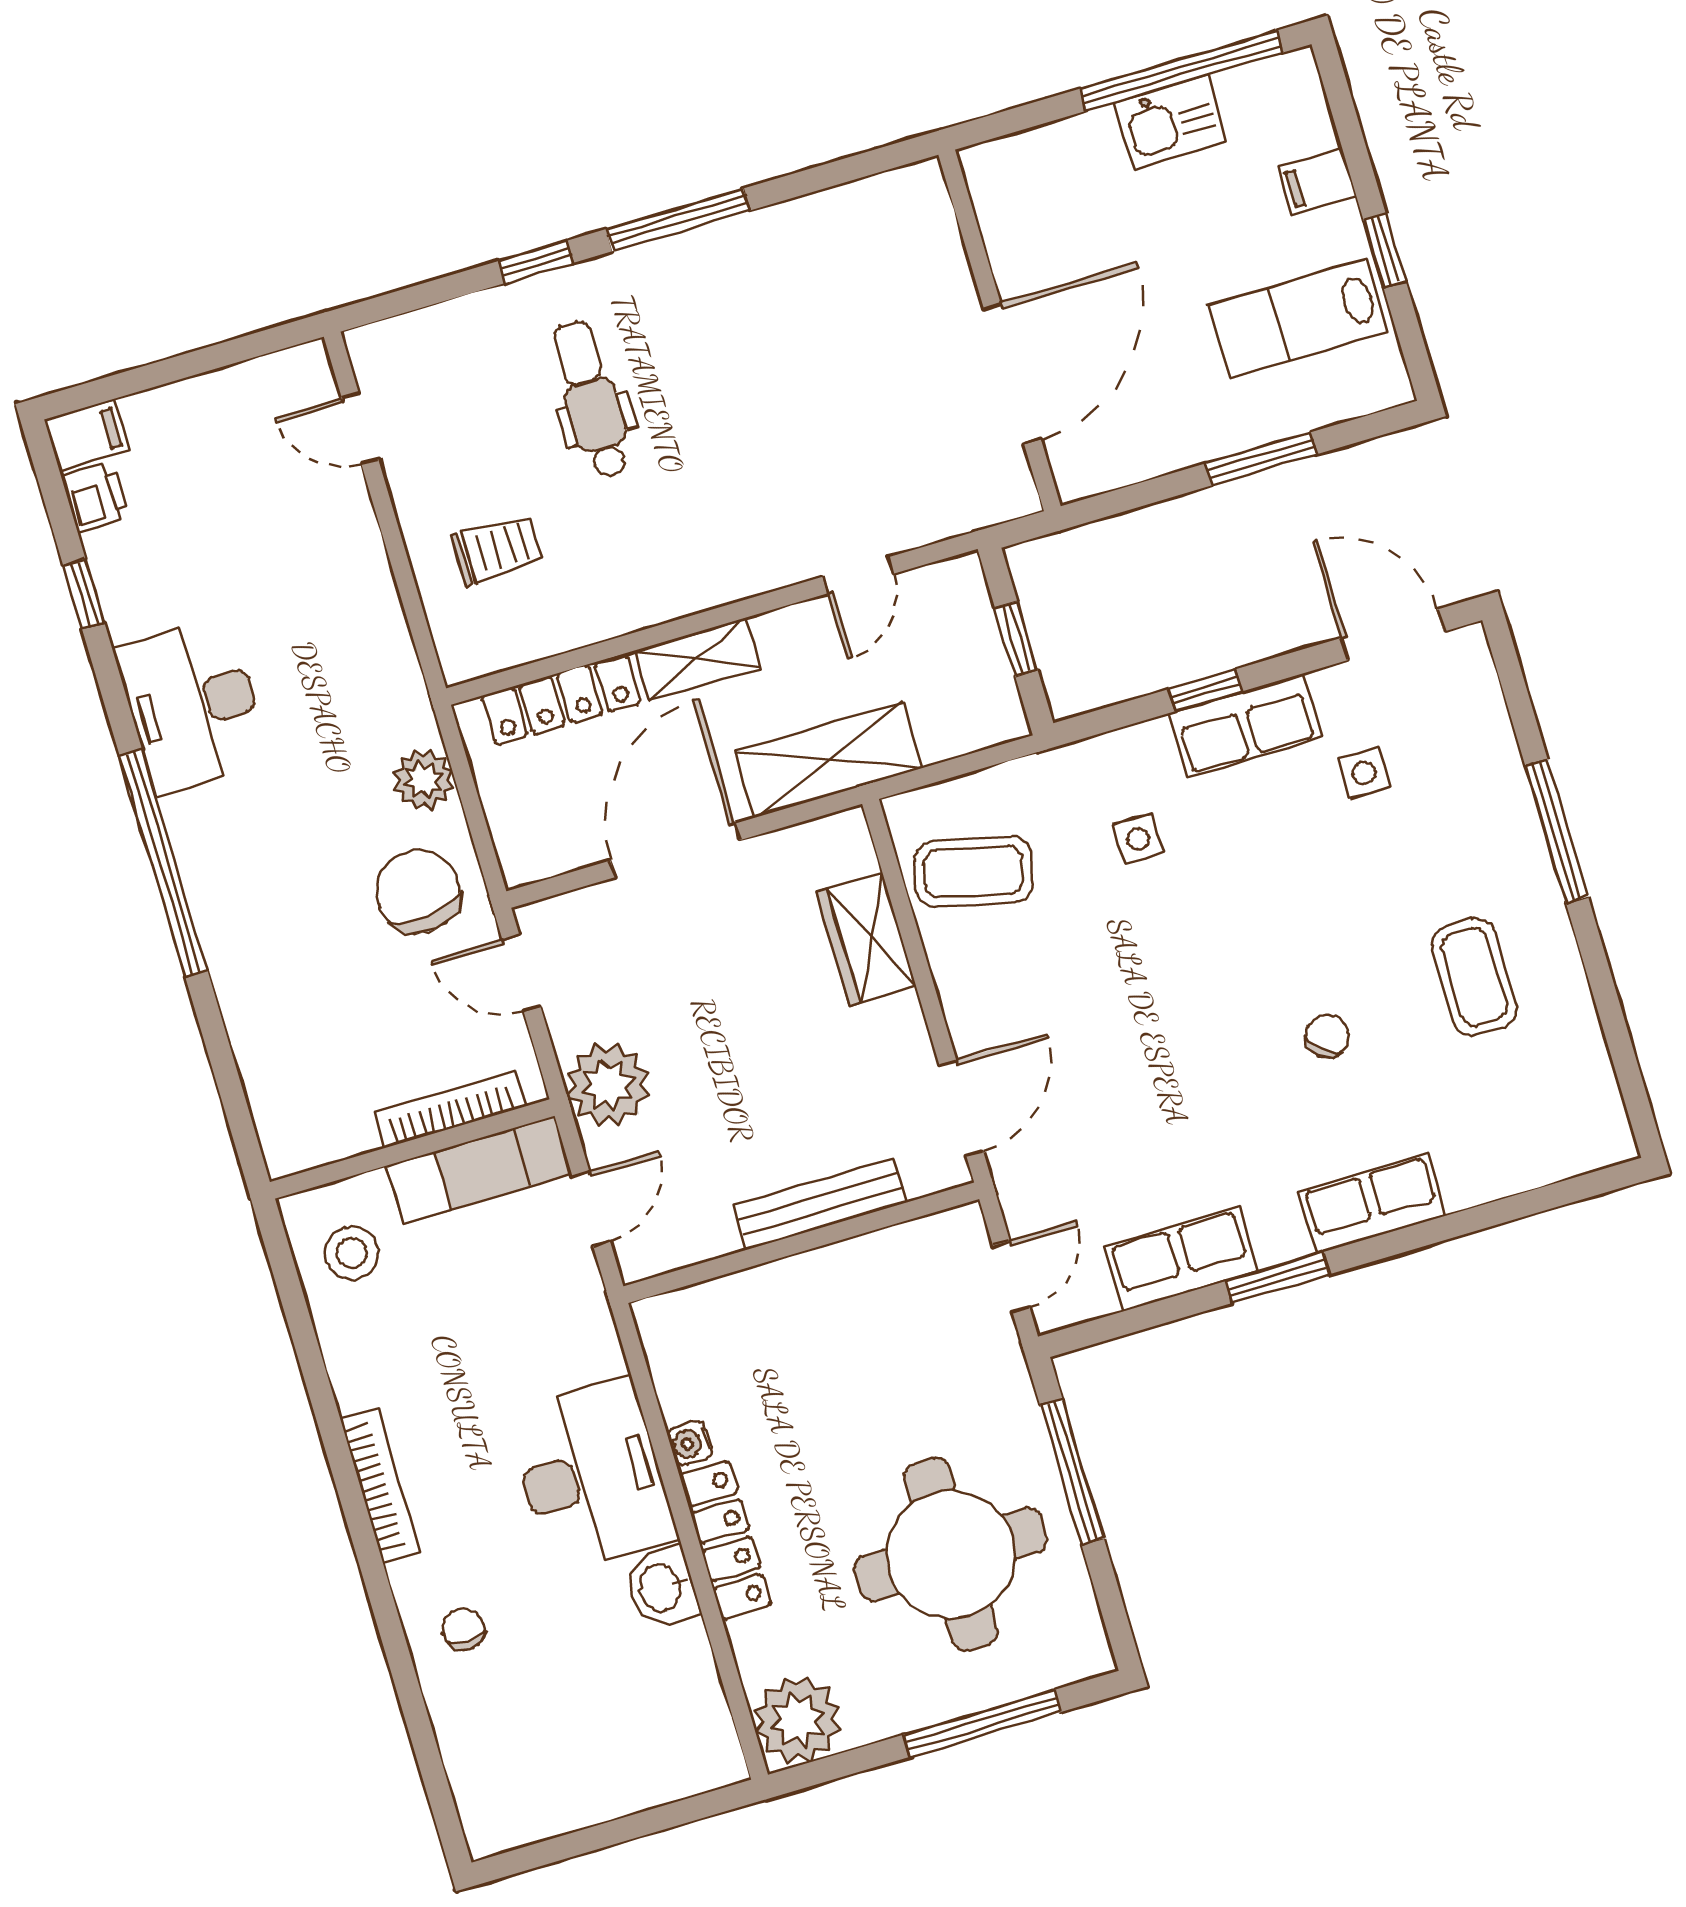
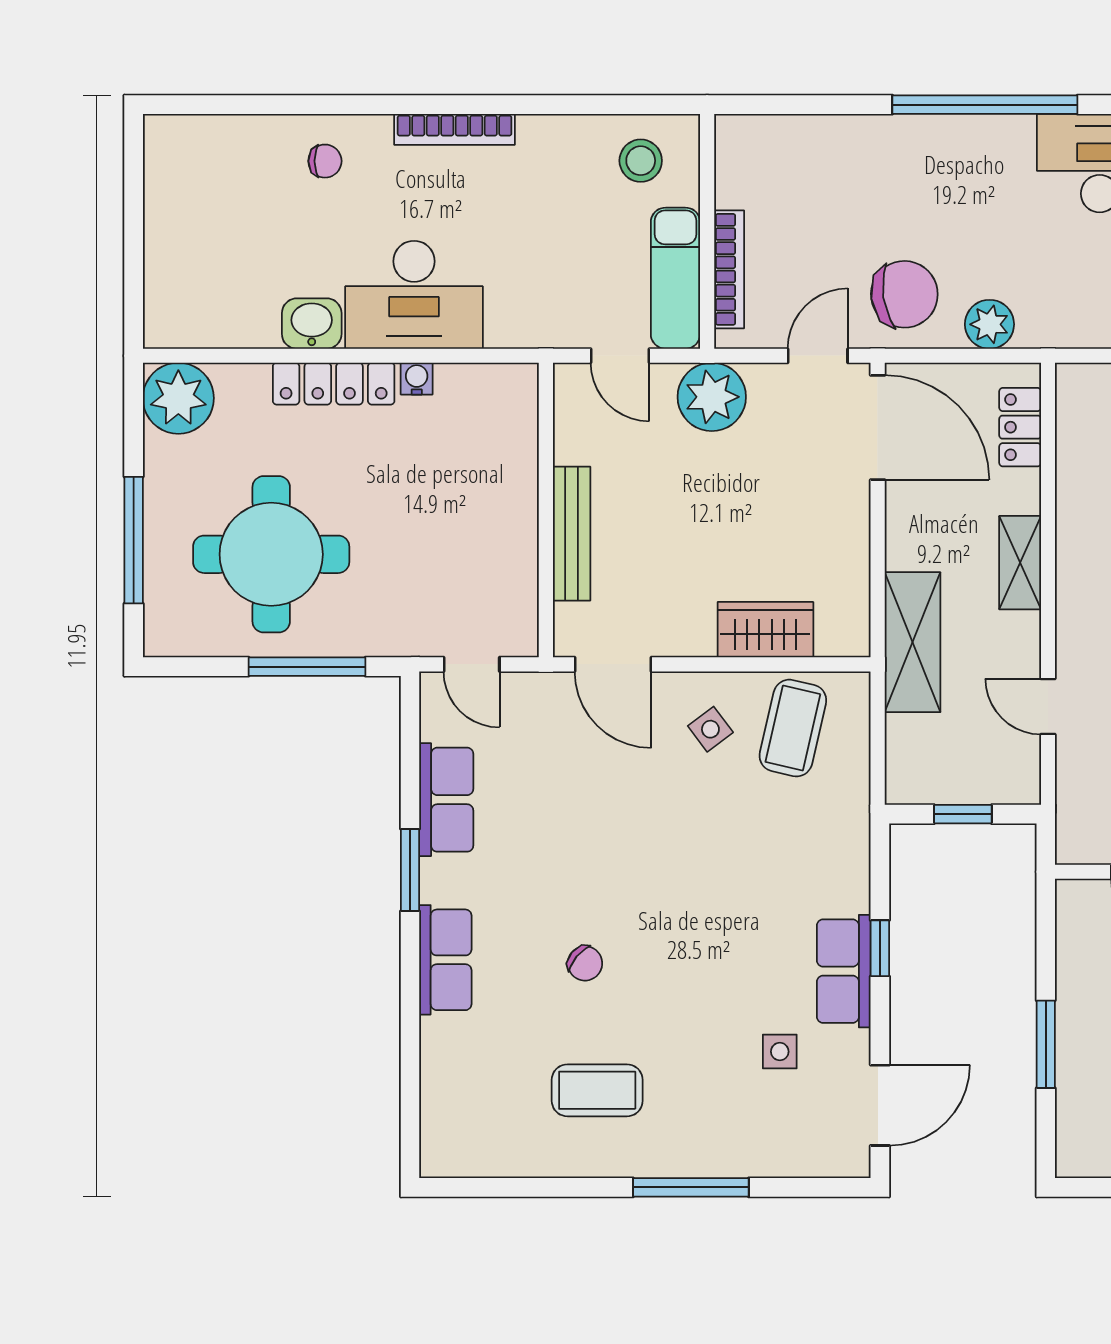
locker: (561, 699) -> (1020, 427), width x0.66
side table: (1138, 839) -> (710, 729), moved, turned -37
door: (675, 850) -> (878, 427), moved

